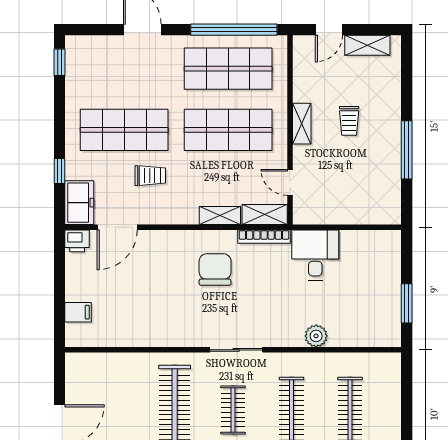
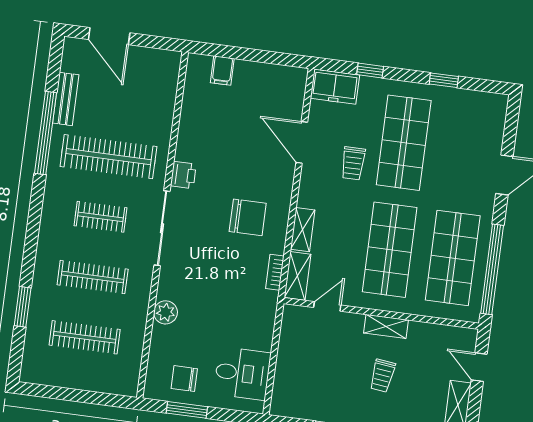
window: (59, 62) -> (444, 80), moved
trolley: (349, 121) -> (382, 376), turned -83
door: (117, 227) -> (302, 142), moved
bookcase: (264, 237) -> (275, 272), width x0.64
printer: (77, 241) -> (183, 175), moved, turned 180
desk: (315, 255) -> (242, 373), moved
chair: (377, 310) -> (184, 379), added
sliding door: (236, 350) -> (162, 228), width x1.37

